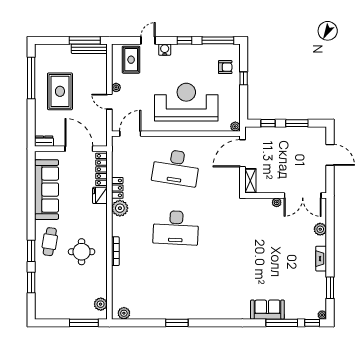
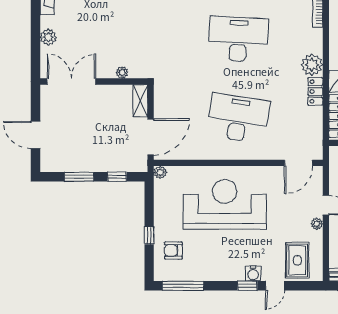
window: (184, 40) -> (247, 286), moved
reception desk: (186, 102) -> (225, 204), turned 180
plant: (277, 202) -> (122, 72), moved

